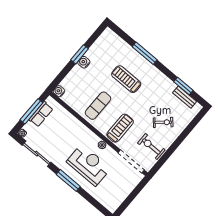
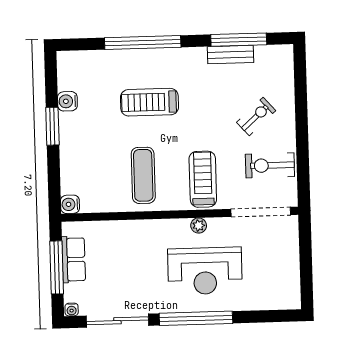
window: (145, 53) -> (143, 42), width x1.46
water cooler: (84, 62) -> (67, 101), moved
window: (183, 86) -> (239, 40), width x1.44
bench: (185, 97) -> (230, 55), moved
reception desk: (89, 165) -> (205, 271), turned 180
window: (68, 180) -> (196, 318), width x1.46

